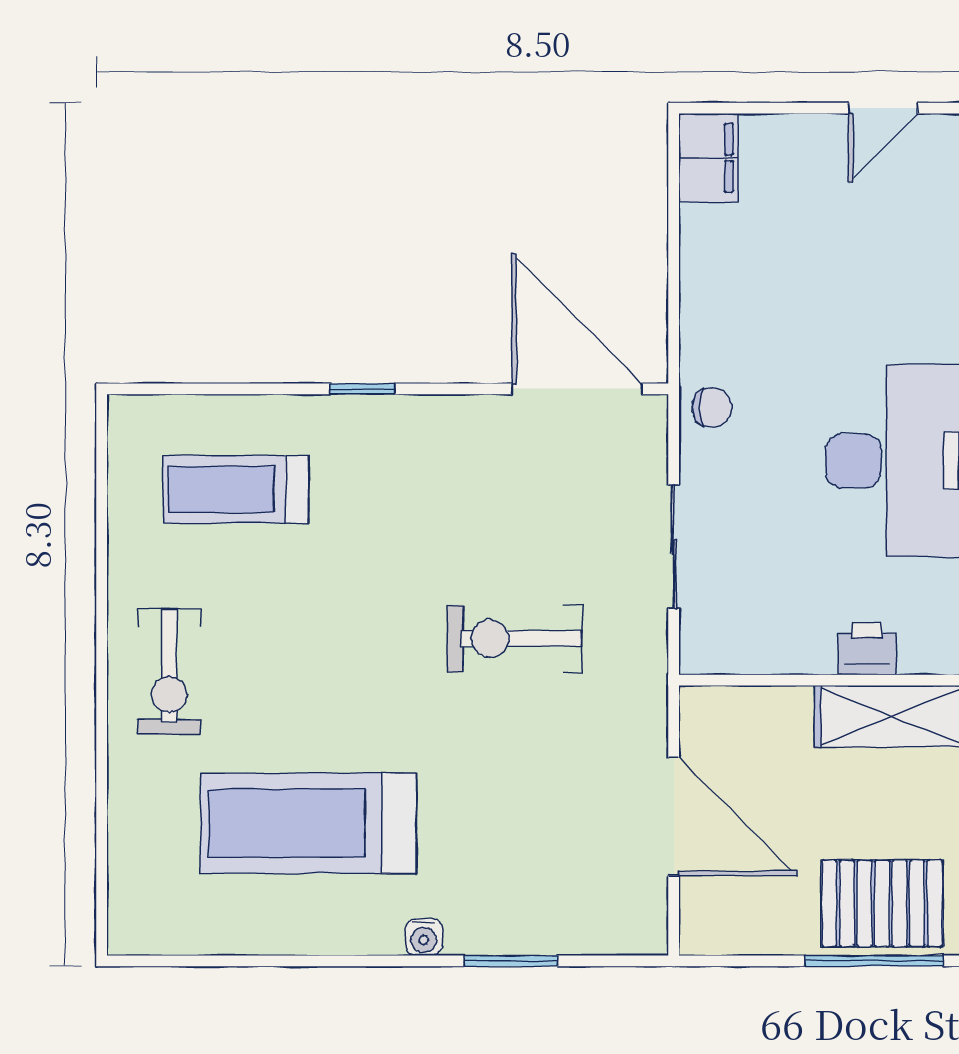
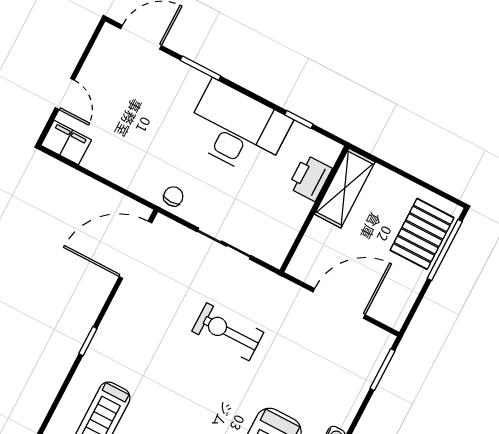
door: (883, 108) -> (65, 94), moved
exercise bike: (514, 639) -> (228, 332), turned 90
printer: (867, 649) -> (310, 178), width x1.36, depth x1.24
window: (511, 961) -> (383, 370), moved

